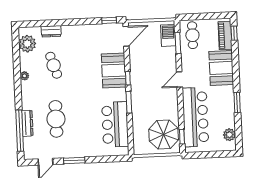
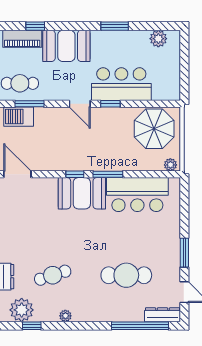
window: (234, 33) -> (35, 26), moved
window: (16, 52) -> (32, 326), added
booth: (114, 70) -> (82, 193), moved
bar counter: (195, 117) -> (121, 84), width x0.73
dresser: (27, 123) -> (163, 315), moved
window: (182, 137) -> (110, 104), moved
plant: (138, 148) -> (170, 165), added

